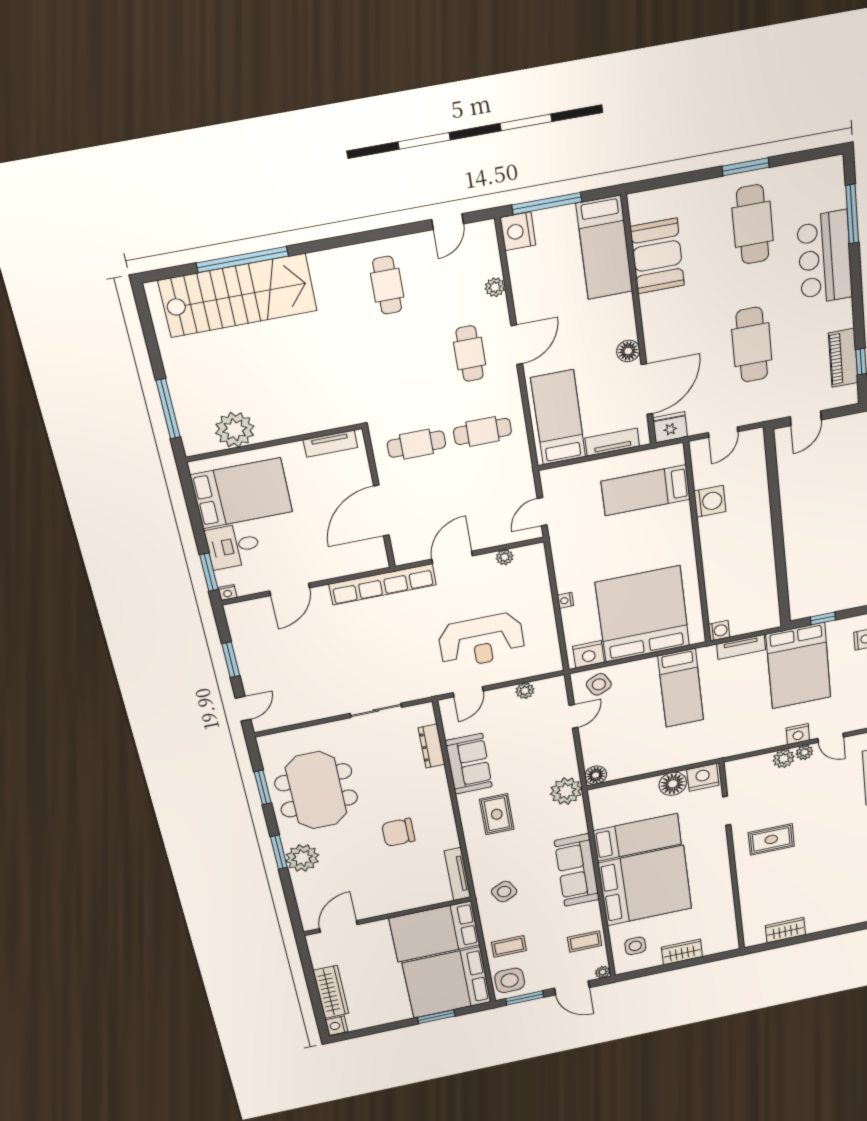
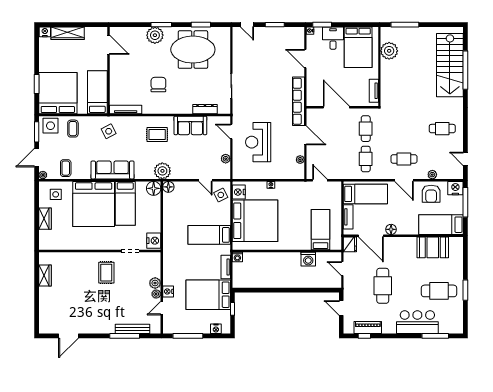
armchair: (538, 282) -> (431, 194), added
cafe table: (752, 345) -> (383, 286), turned 90
floor lamp: (673, 784) -> (154, 188), moved
bed: (435, 932) -> (97, 92), width x0.67

